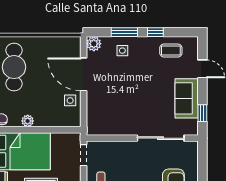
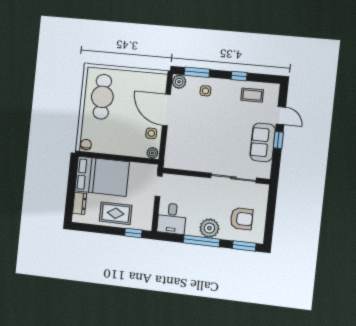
window: (124, 32) -> (197, 72), moved
window: (202, 113) -> (278, 140), moved
plant: (28, 121) -> (152, 153), moved

